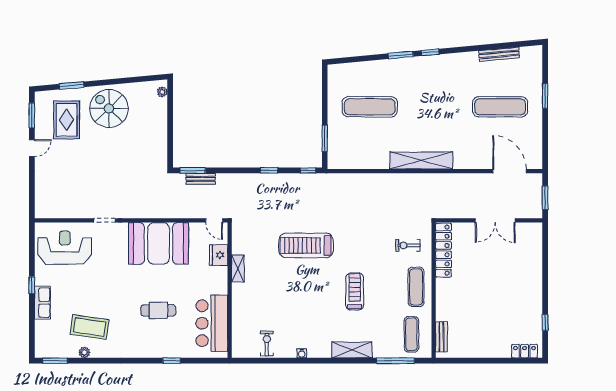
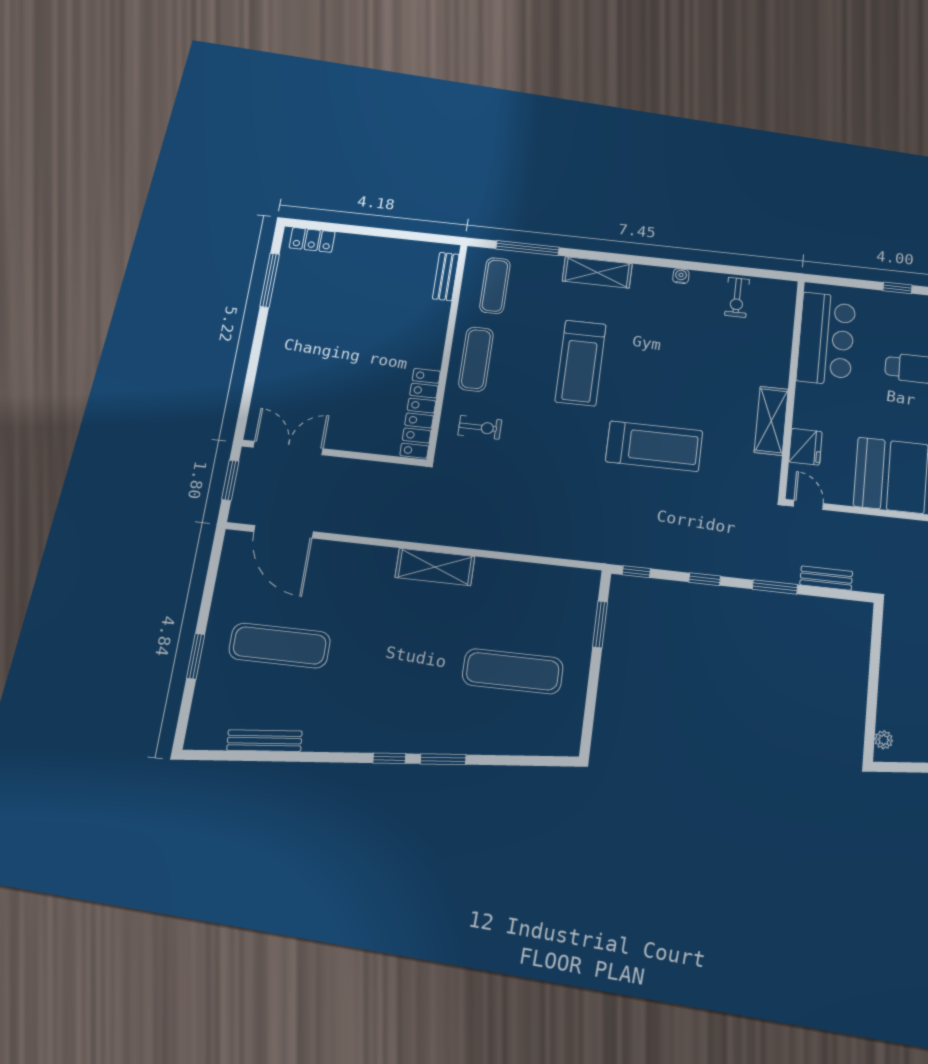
shelving: (421, 160) -> (435, 567), width x0.68
window: (193, 170) -> (775, 587), moved
double door: (495, 220) -> (288, 448), moved
shelving: (238, 269) -> (771, 421), width x1.50, depth x1.33
treadmill: (355, 291) -> (581, 363), width x1.37, depth x1.38
window: (545, 322) -> (270, 280), width x2.17

